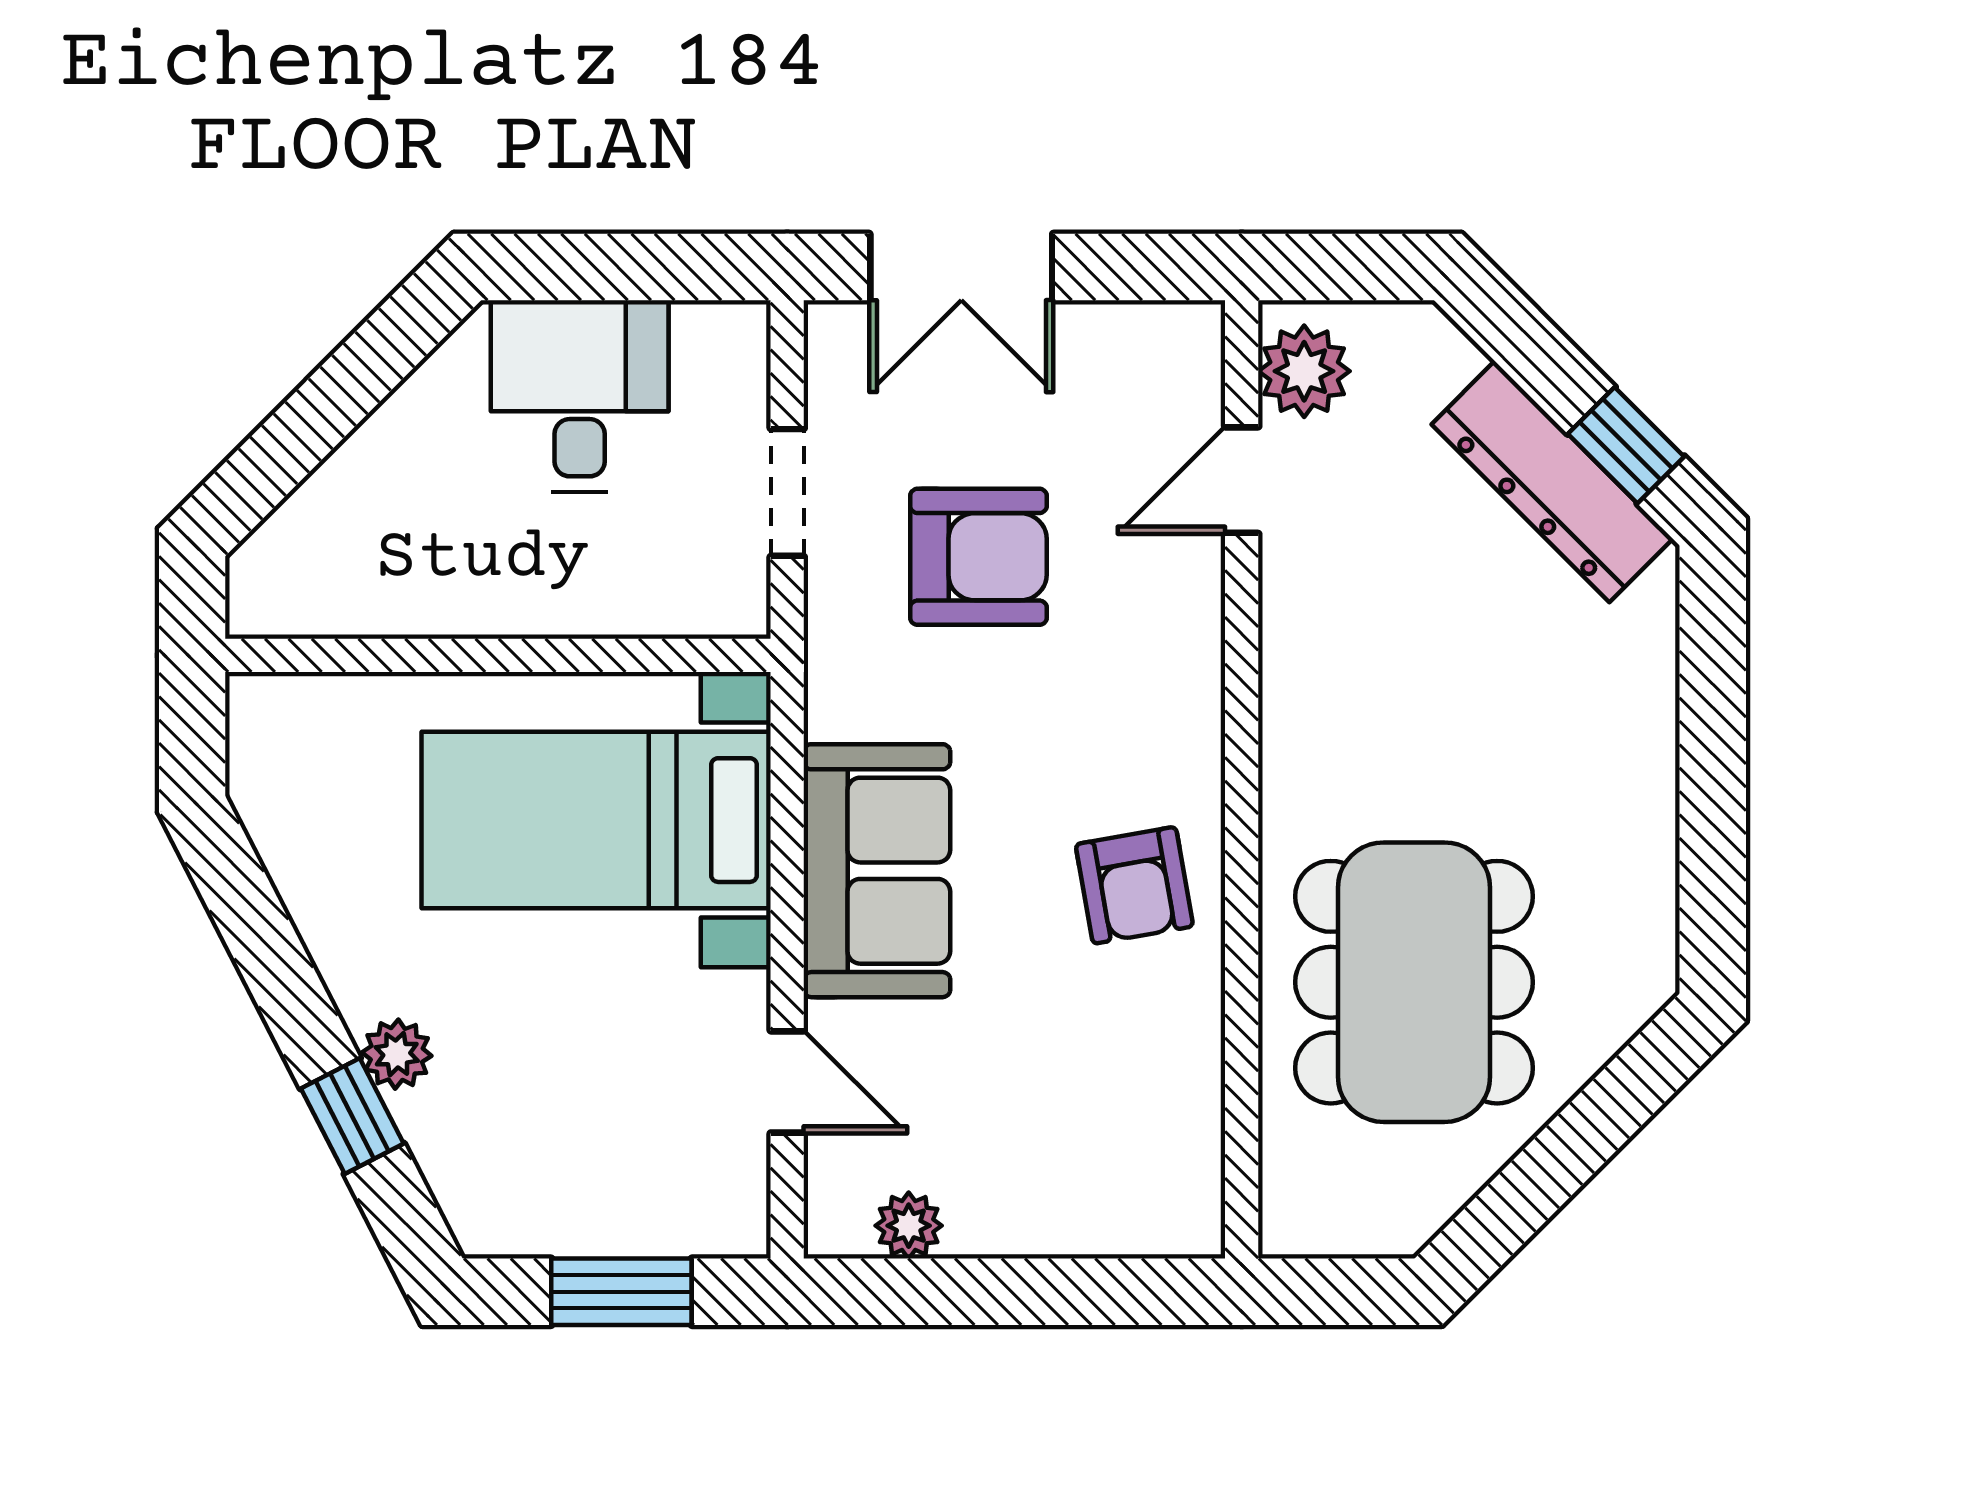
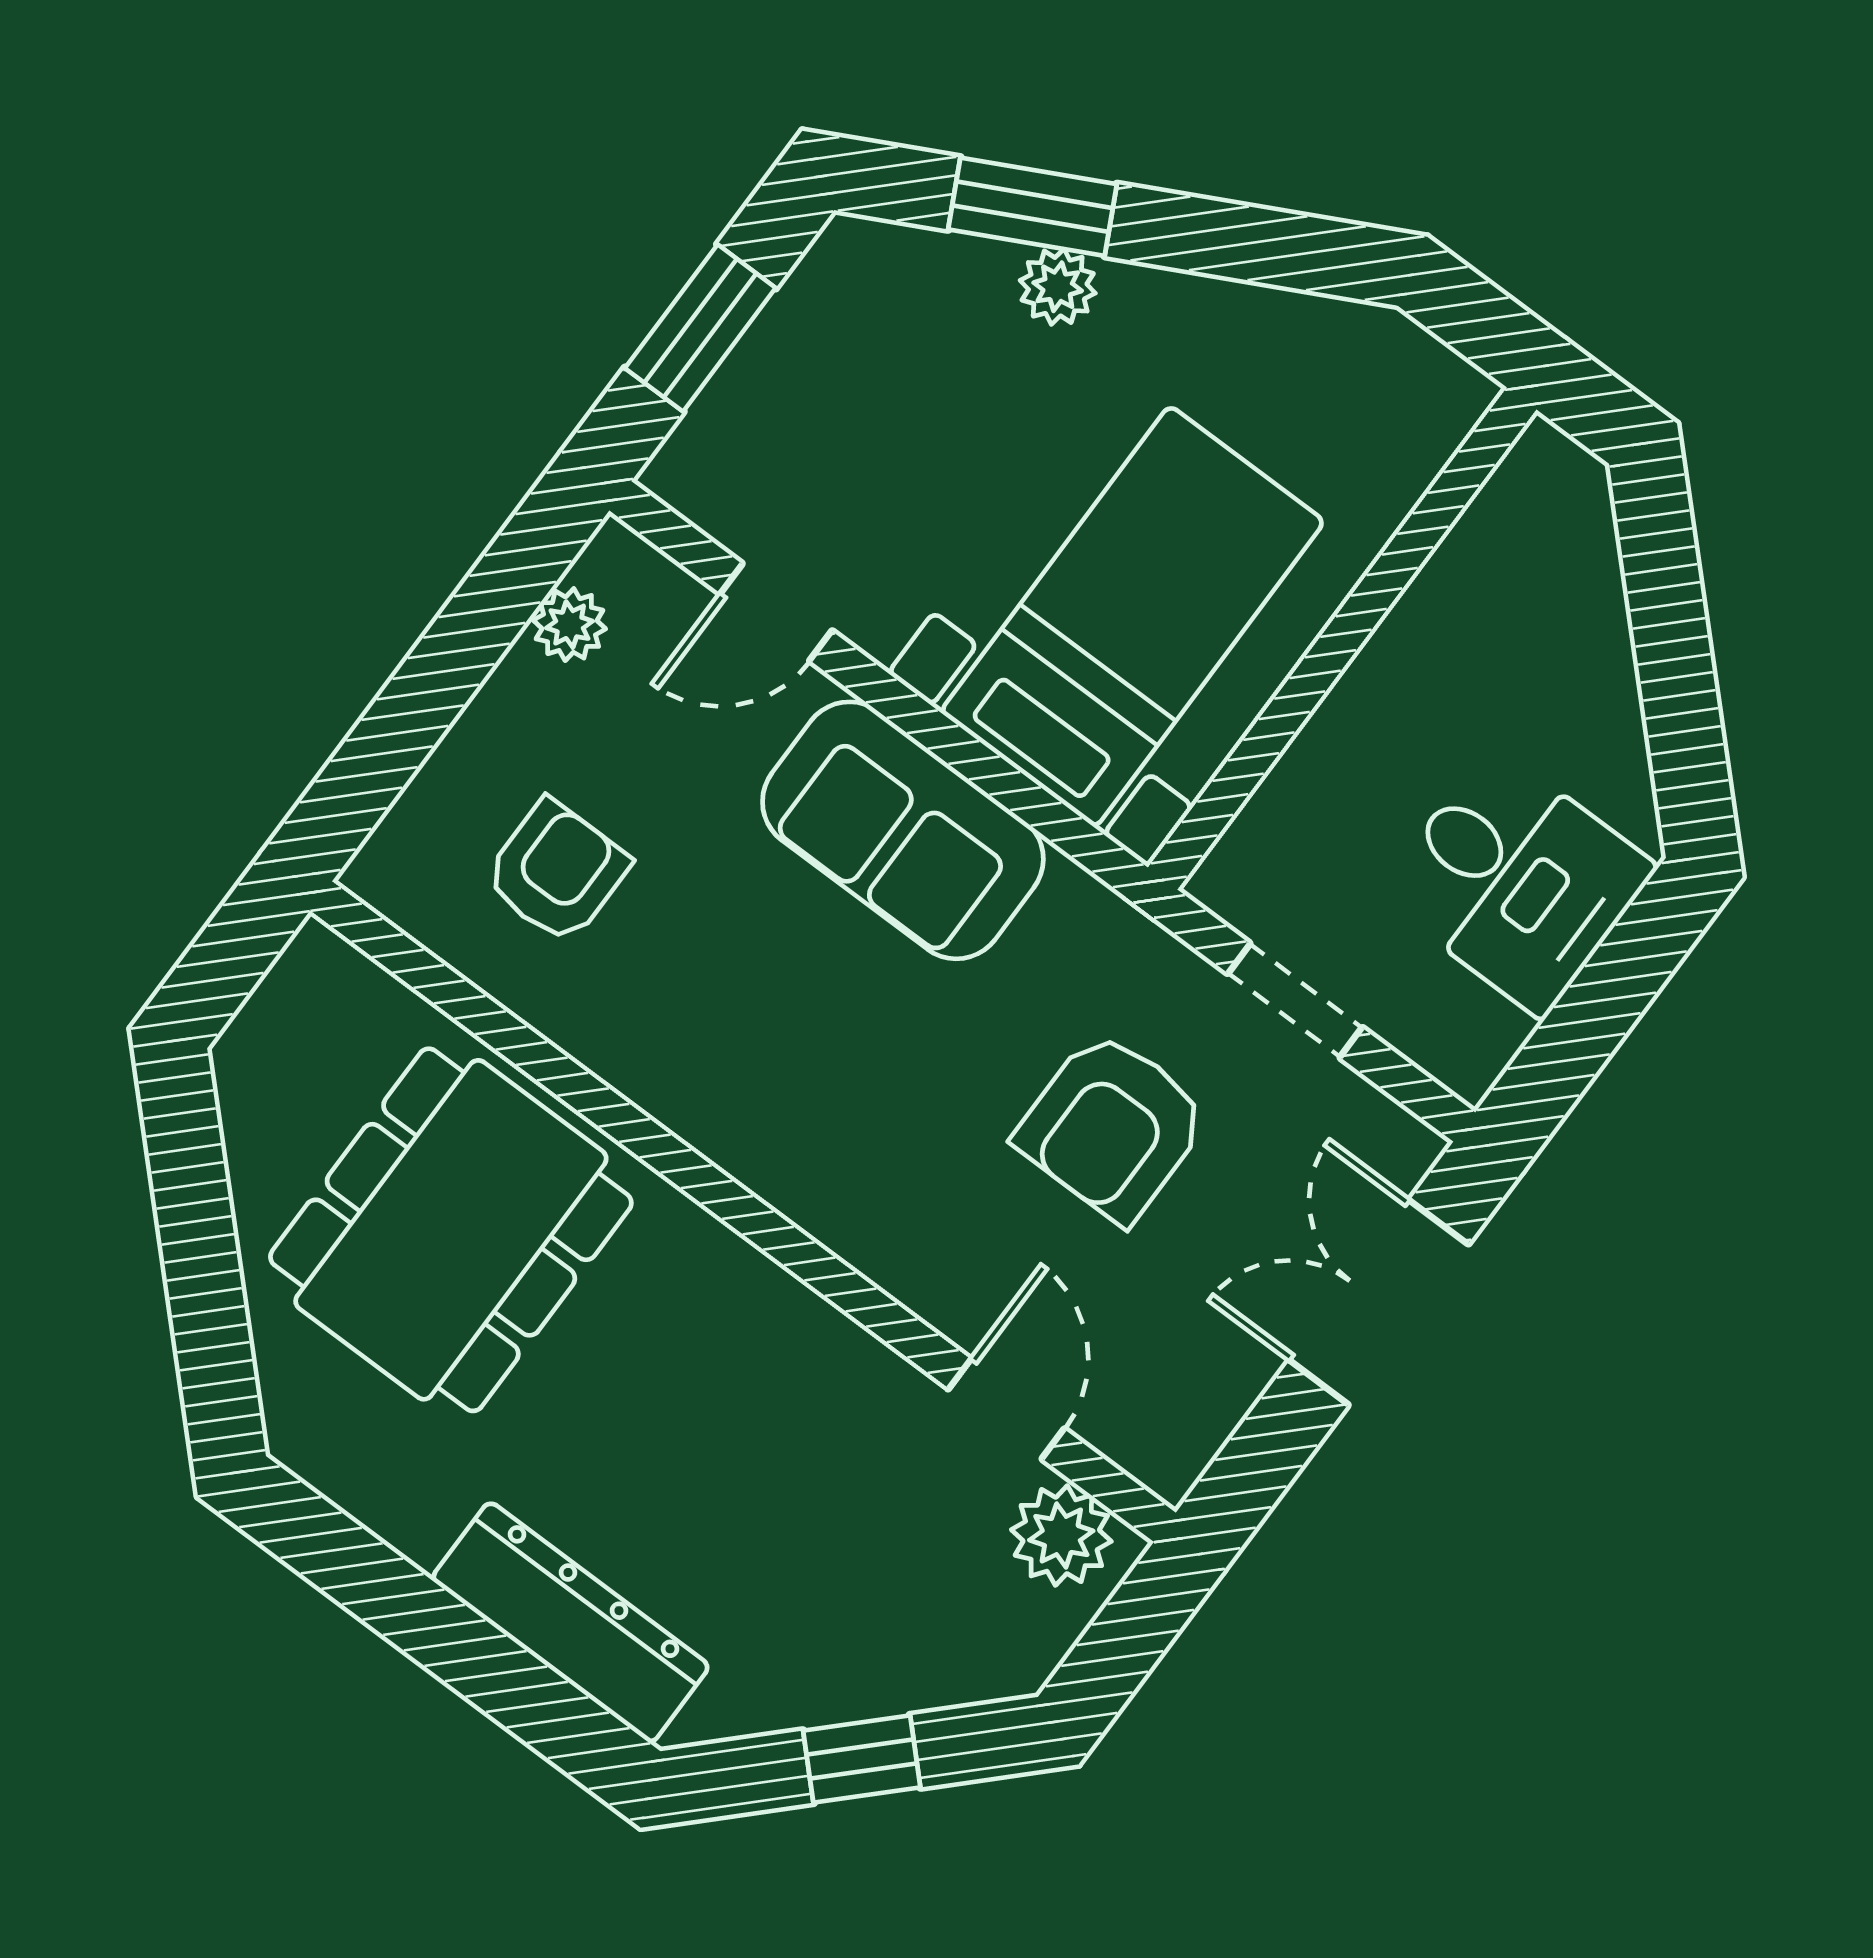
window: (1626, 445) -> (862, 1759), moved
dresser: (1552, 482) -> (570, 1622), moved, turned 45
armchair: (1134, 885) -> (557, 872), moved, turned 100
dining table: (1414, 982) -> (451, 1230), turned 90
window: (352, 1116) -> (1032, 207), width x1.50

